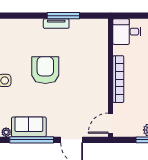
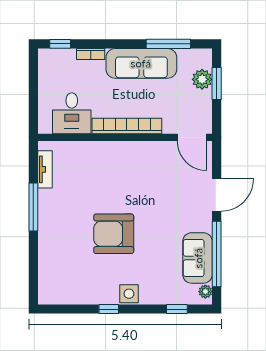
tv unit: (56, 24) -> (45, 169), moved
desk: (127, 32) -> (72, 113), moved

